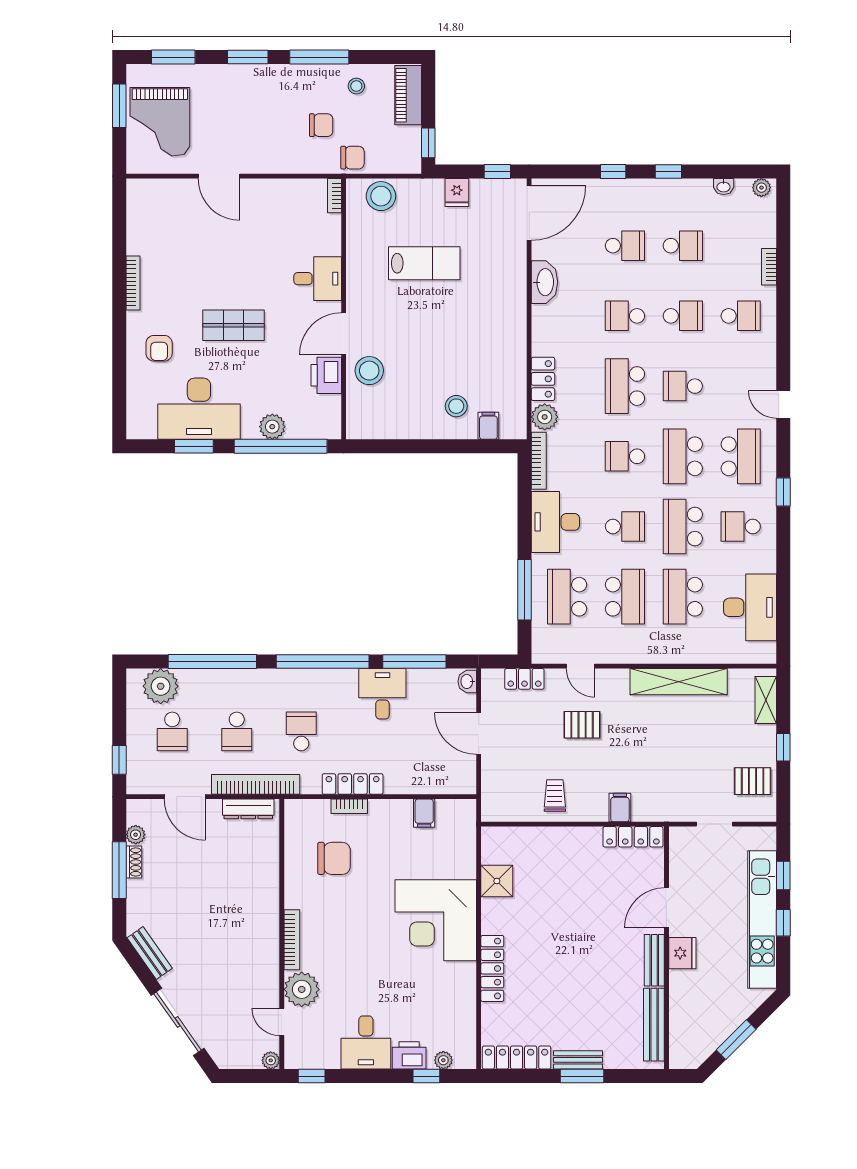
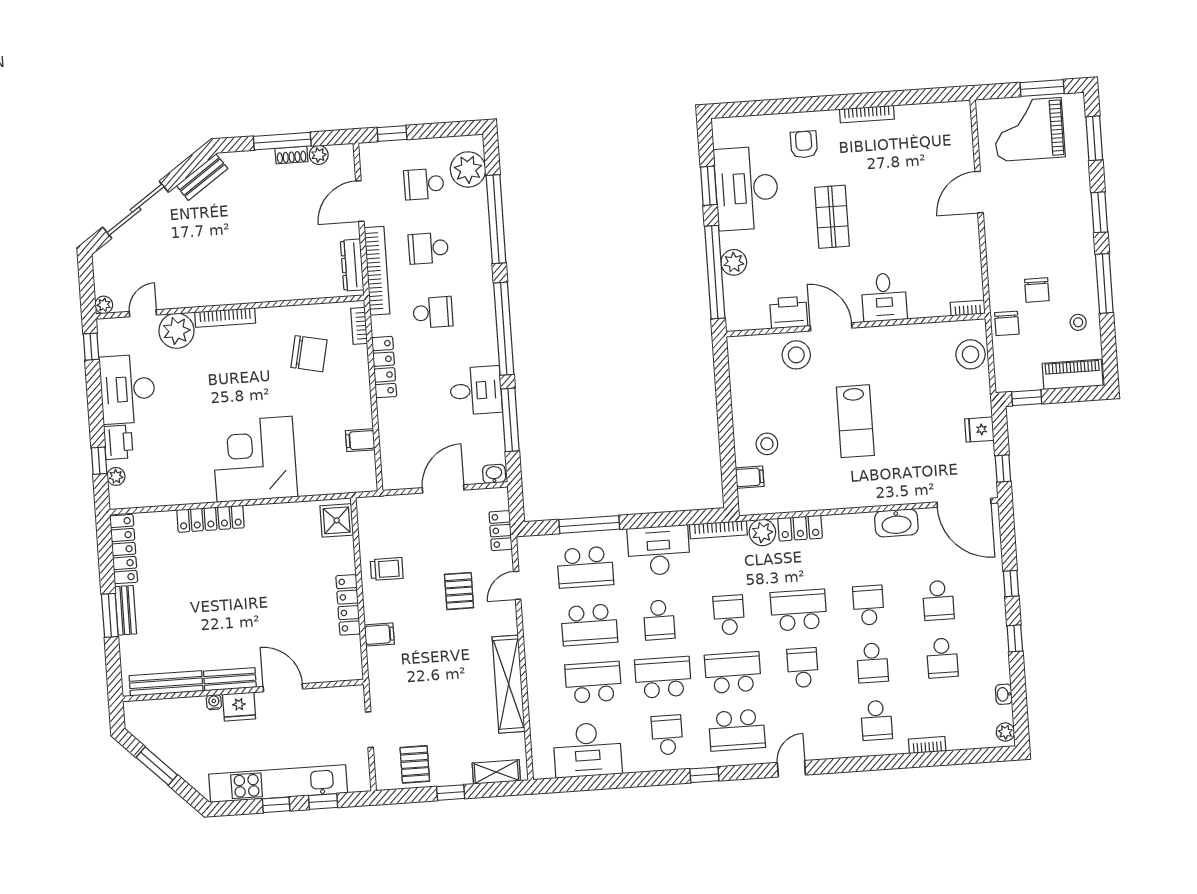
lab bench: (424, 263) -> (855, 421), moved
armchair: (159, 348) -> (804, 144), turned 90
school desk: (567, 597) -> (585, 567), turned 180
bookcase: (349, 806) -> (359, 326), moved
locker: (633, 837) -> (348, 605), moved
chair: (334, 858) -> (309, 354), turned -78
shower: (497, 881) -> (337, 520), moved
water cooler: (676, 978) -> (214, 702), added
desk: (366, 1042) -> (128, 389), width x1.37

